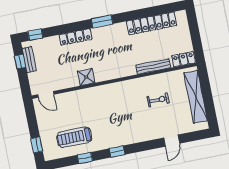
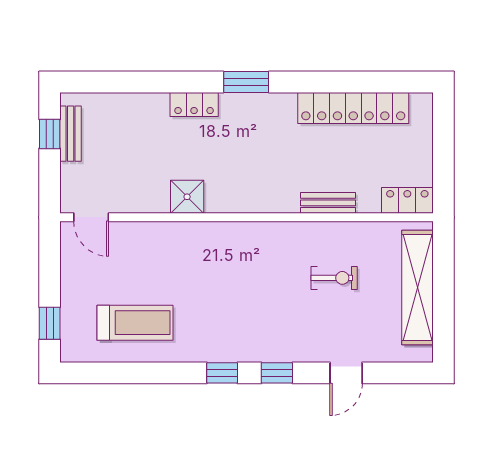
window: (35, 35) -> (94, 82), removed
locker: (76, 37) -> (194, 104), width x0.66
bench: (153, 66) -> (328, 203), width x0.73
treadmill: (74, 137) -> (135, 323), turned 180
window: (85, 158) -> (277, 373), moved

